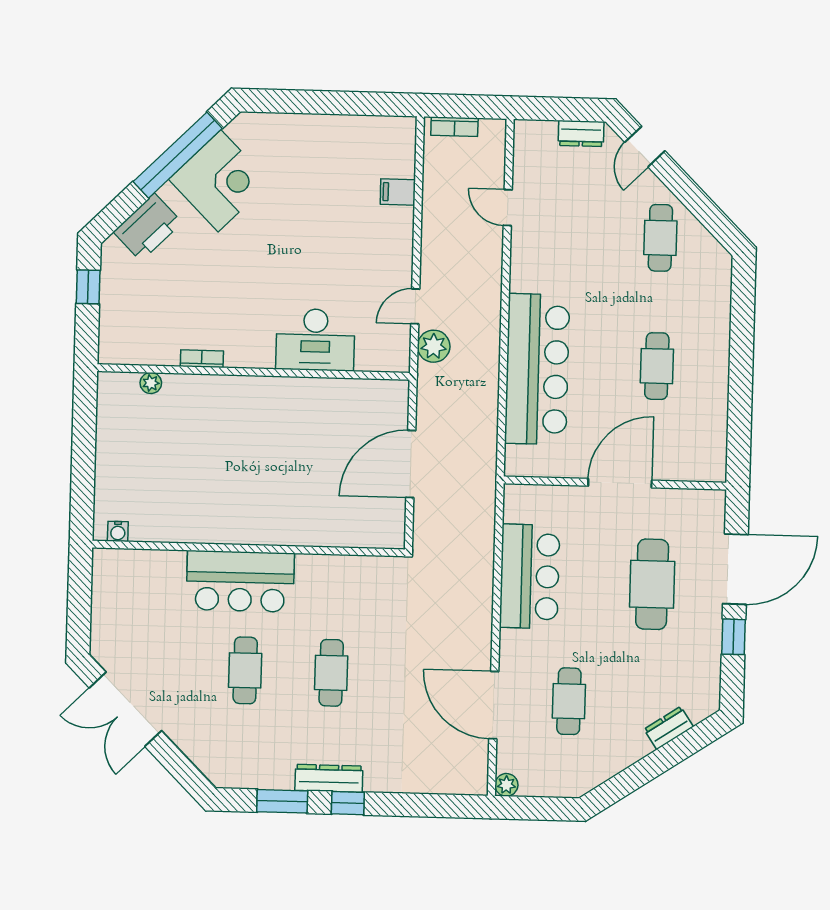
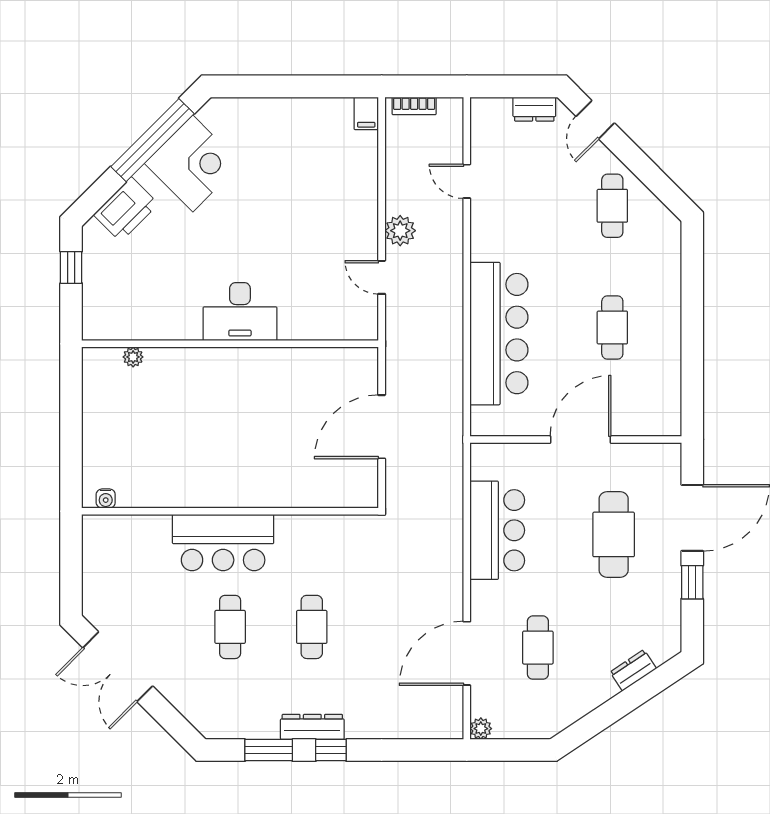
filing cabinet: (398, 192) -> (366, 113), moved, turned -90
door: (415, 306) -> (382, 277), hinge flipped
desk: (315, 340) -> (240, 312), moved
plant: (434, 346) -> (400, 231), moved
bookcase: (202, 359) -> (181, 333), removed
door: (494, 705) -> (467, 653), hinge flipped

